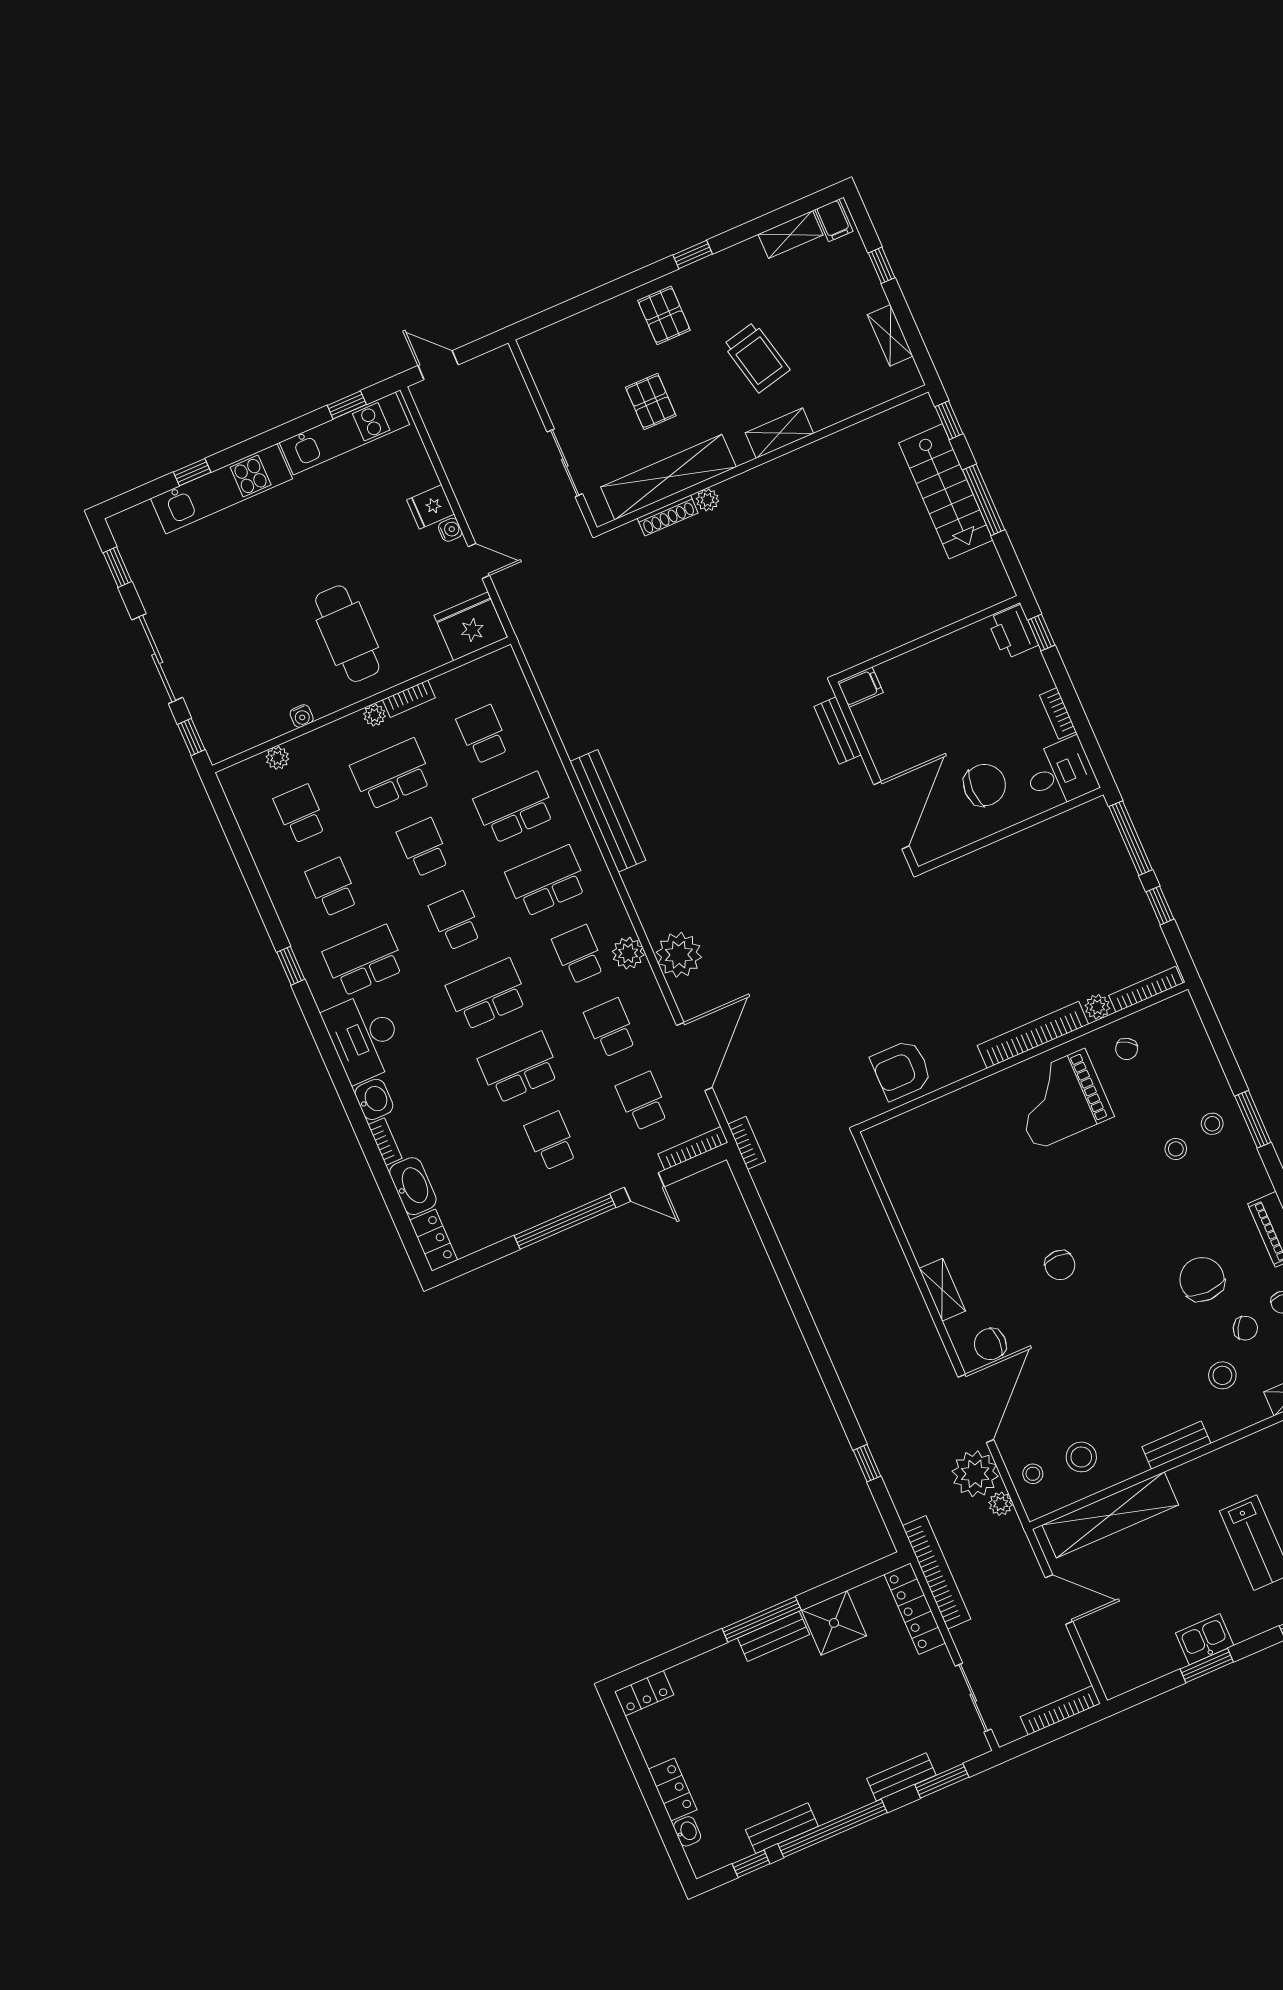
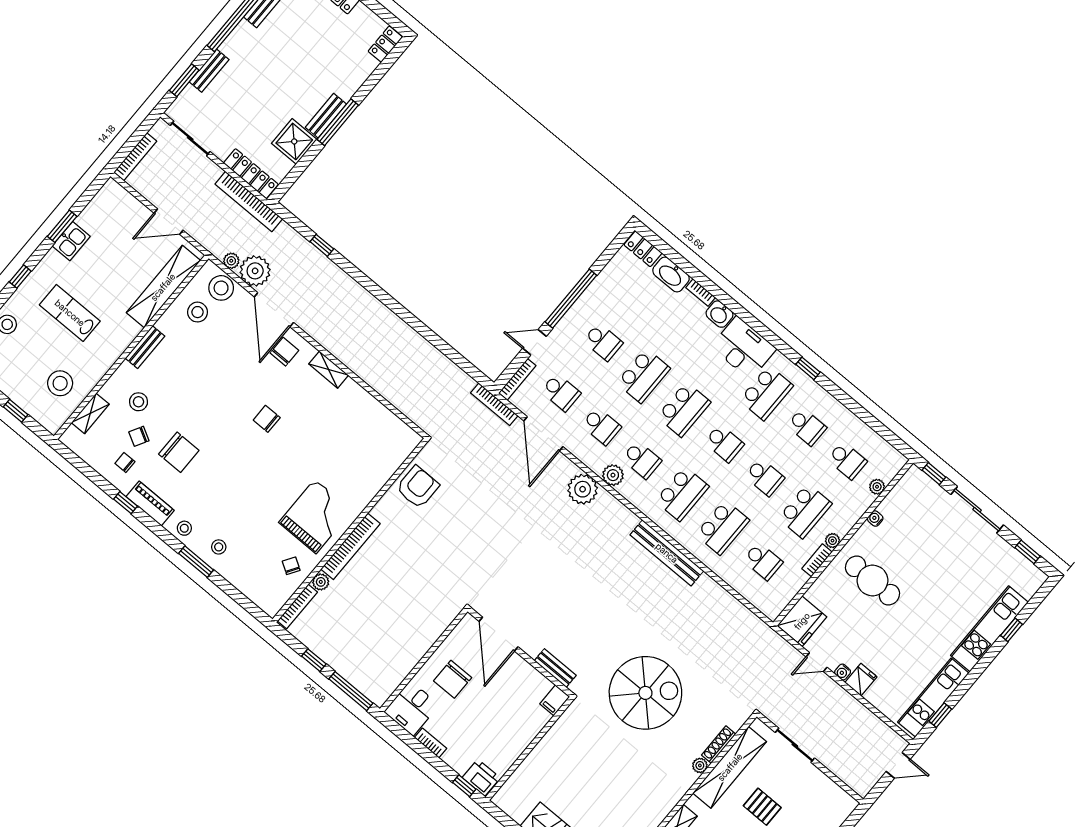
spiral stairs: (732, 635) -> (645, 693), added
bookcase: (747, 1143) -> (494, 404), width x1.56
stool: (1176, 1149) -> (184, 528), moved
stool: (1033, 1474) -> (221, 288), width x1.89, depth x1.89

